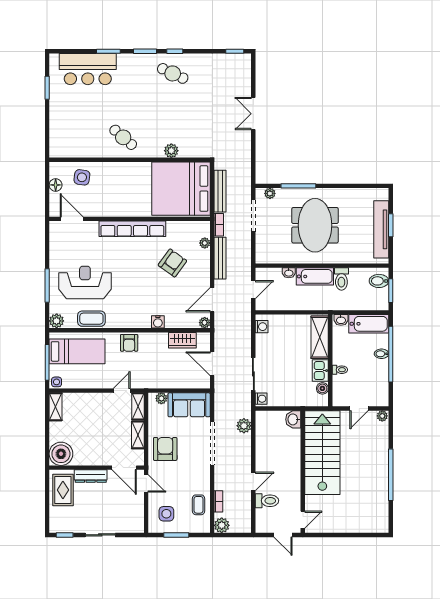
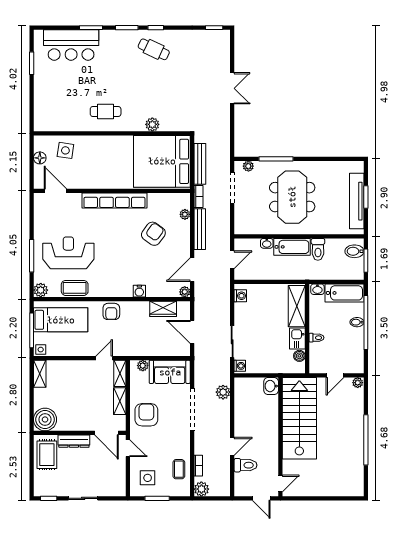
double door: (253, 114) -> (232, 88), swing flipped
cafe table: (123, 137) -> (106, 111), turned -41

